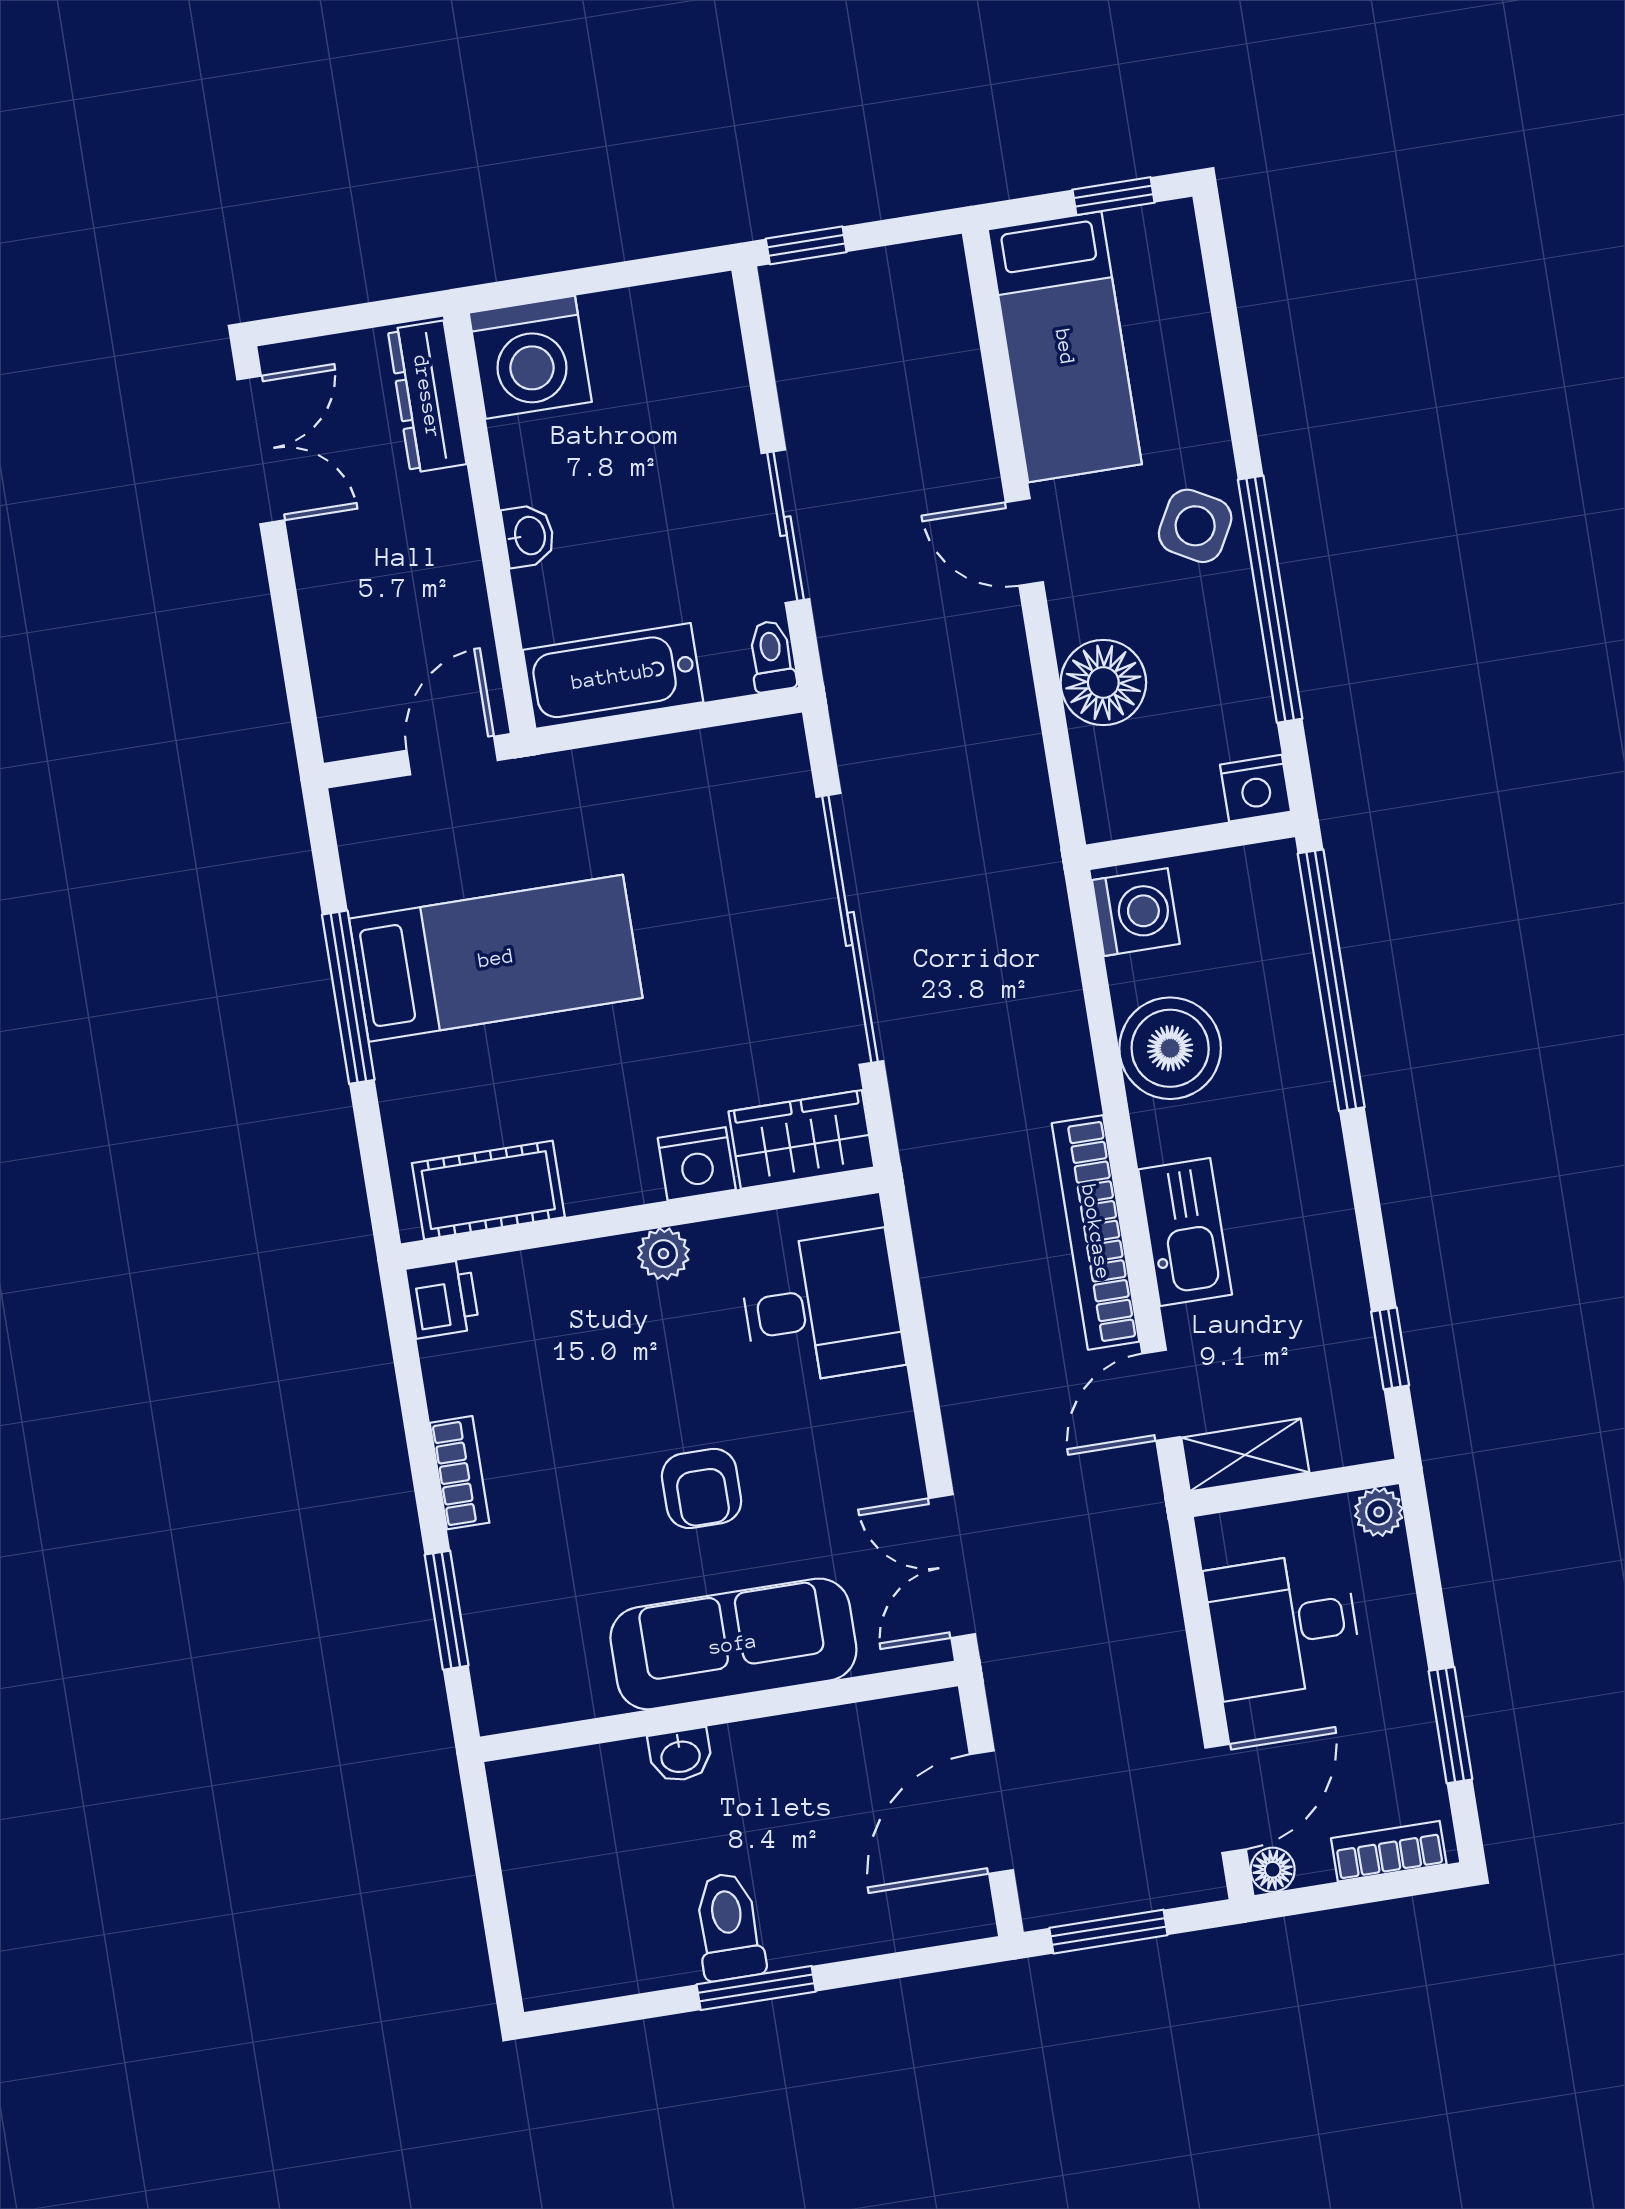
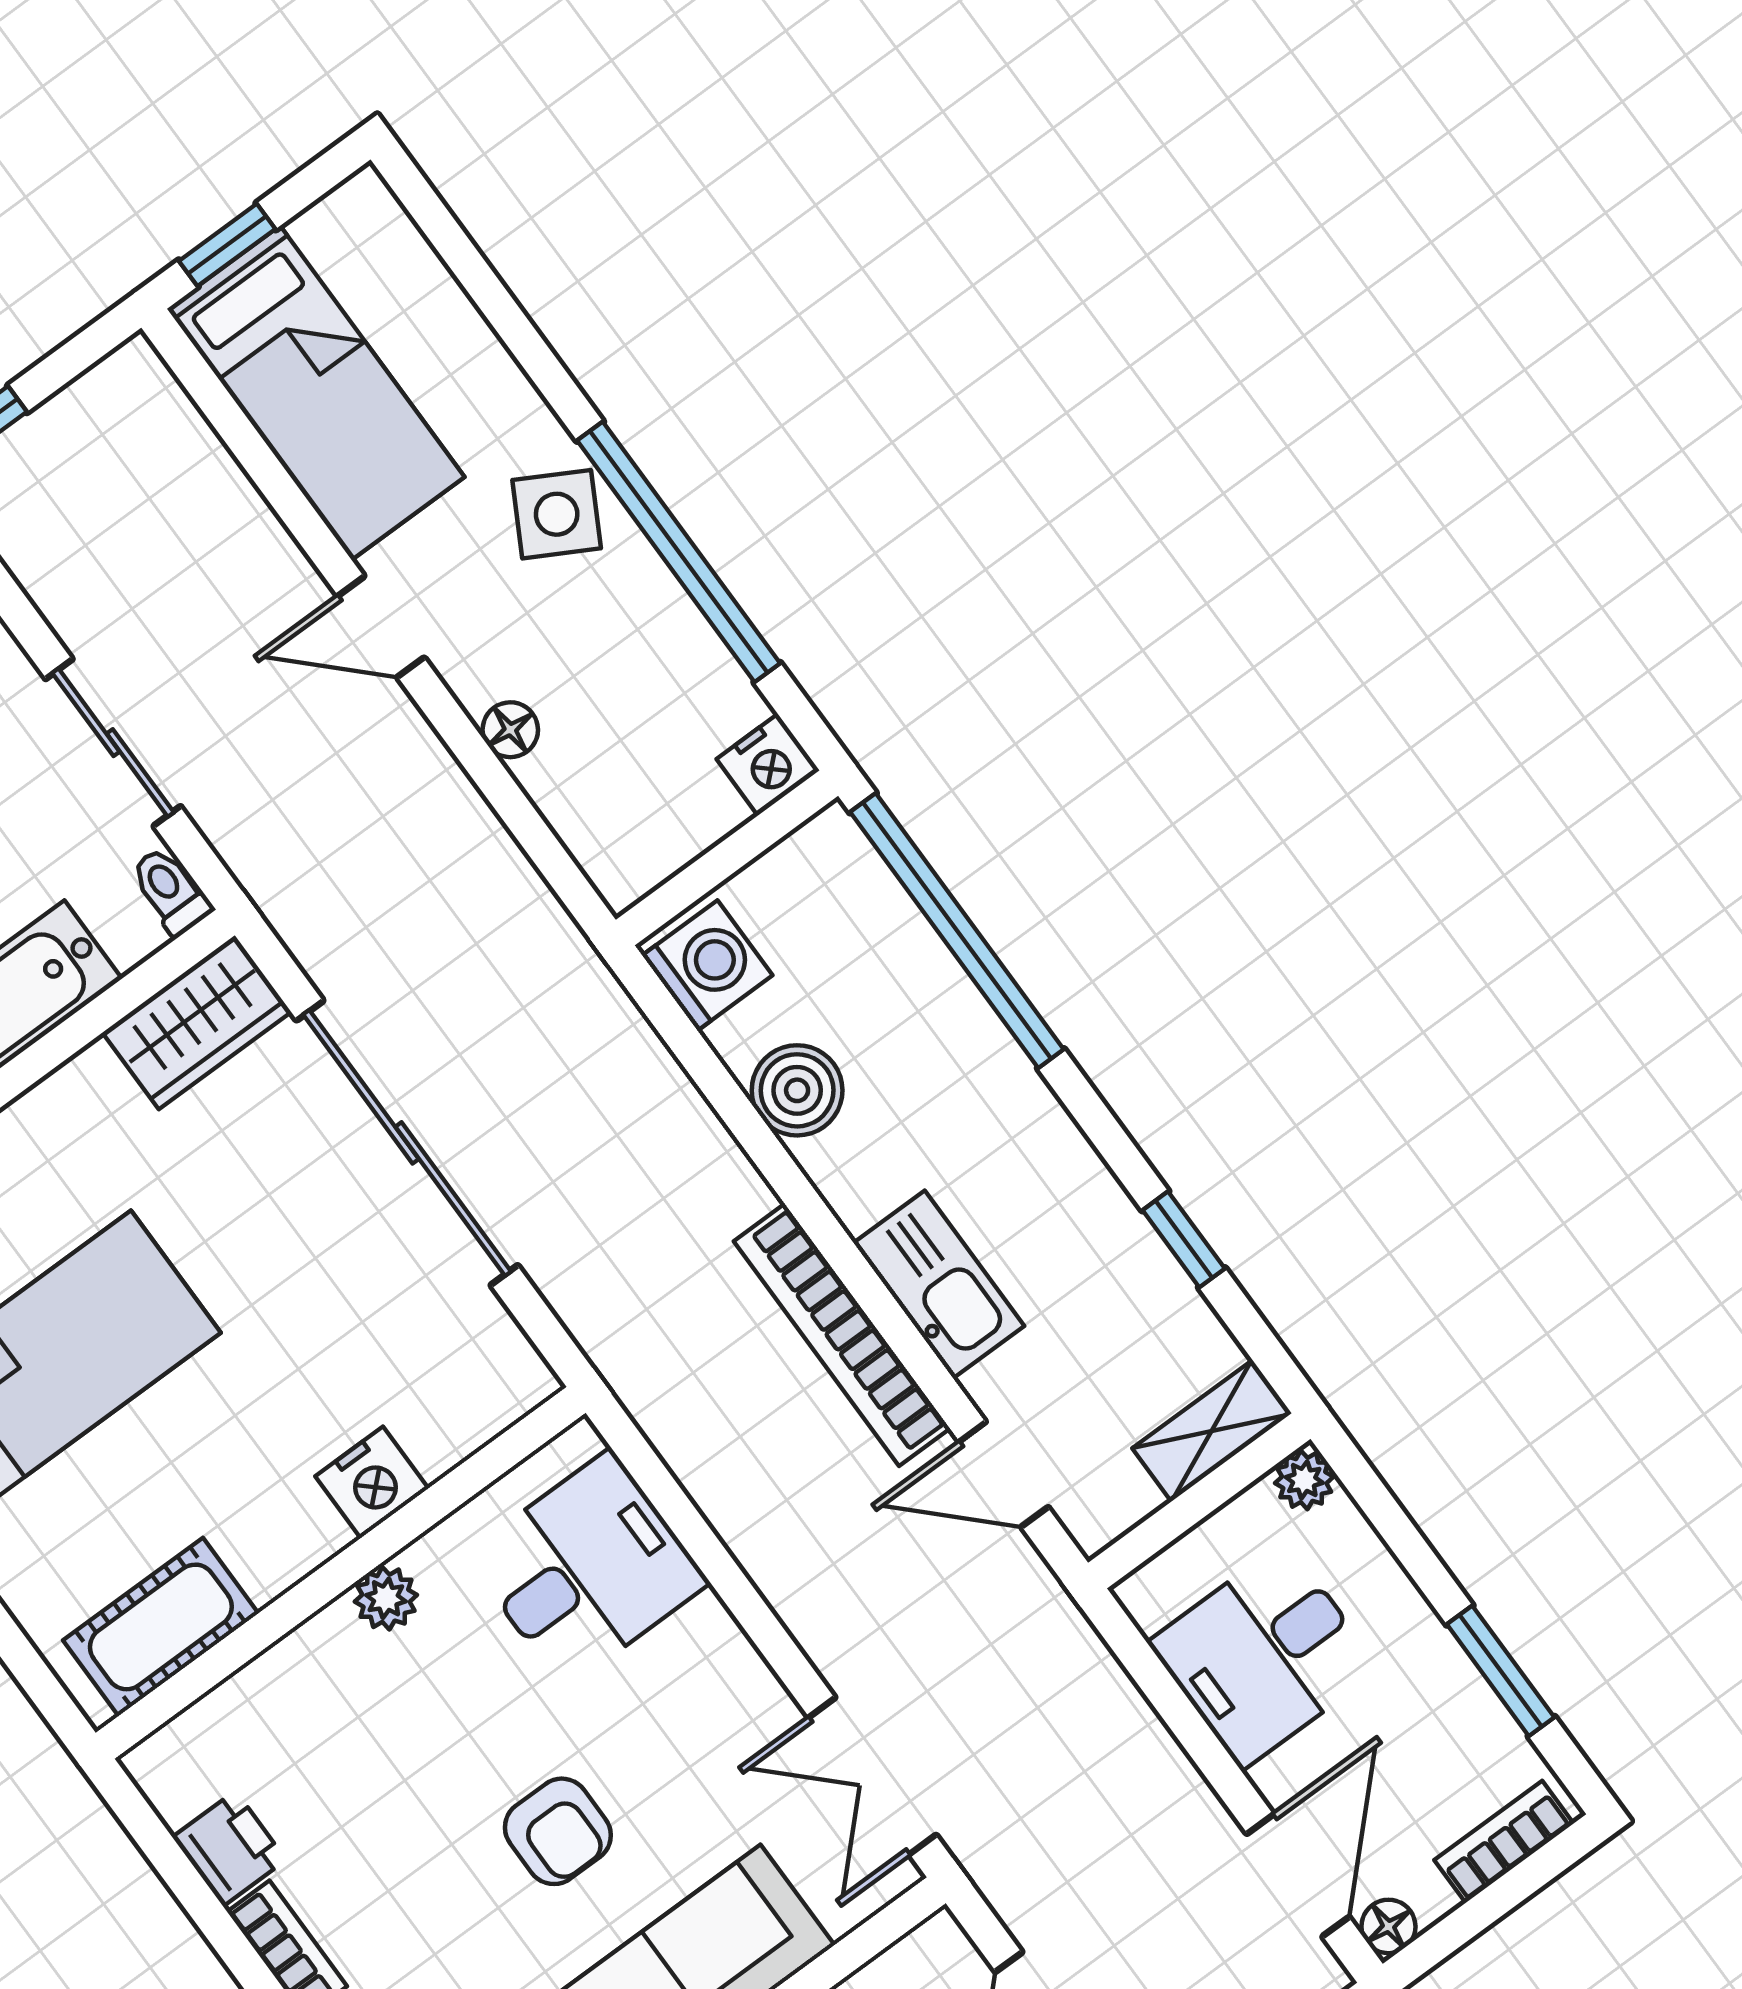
window: (1113, 196) -> (227, 245), moved
floor lamp: (1103, 683) -> (510, 730), width x0.53, depth x0.53
boiler: (1170, 1048) -> (797, 1090), width x0.73, depth x0.73
wardrobe: (801, 1139) -> (197, 1022), moved, turned 180
printer: (442, 1299) -> (229, 1849), moved
window: (1390, 1348) -> (1184, 1239), moved
door: (1161, 1395) -> (1004, 1475), hinge flipped
shelving: (1245, 1455) -> (1211, 1431), moved

